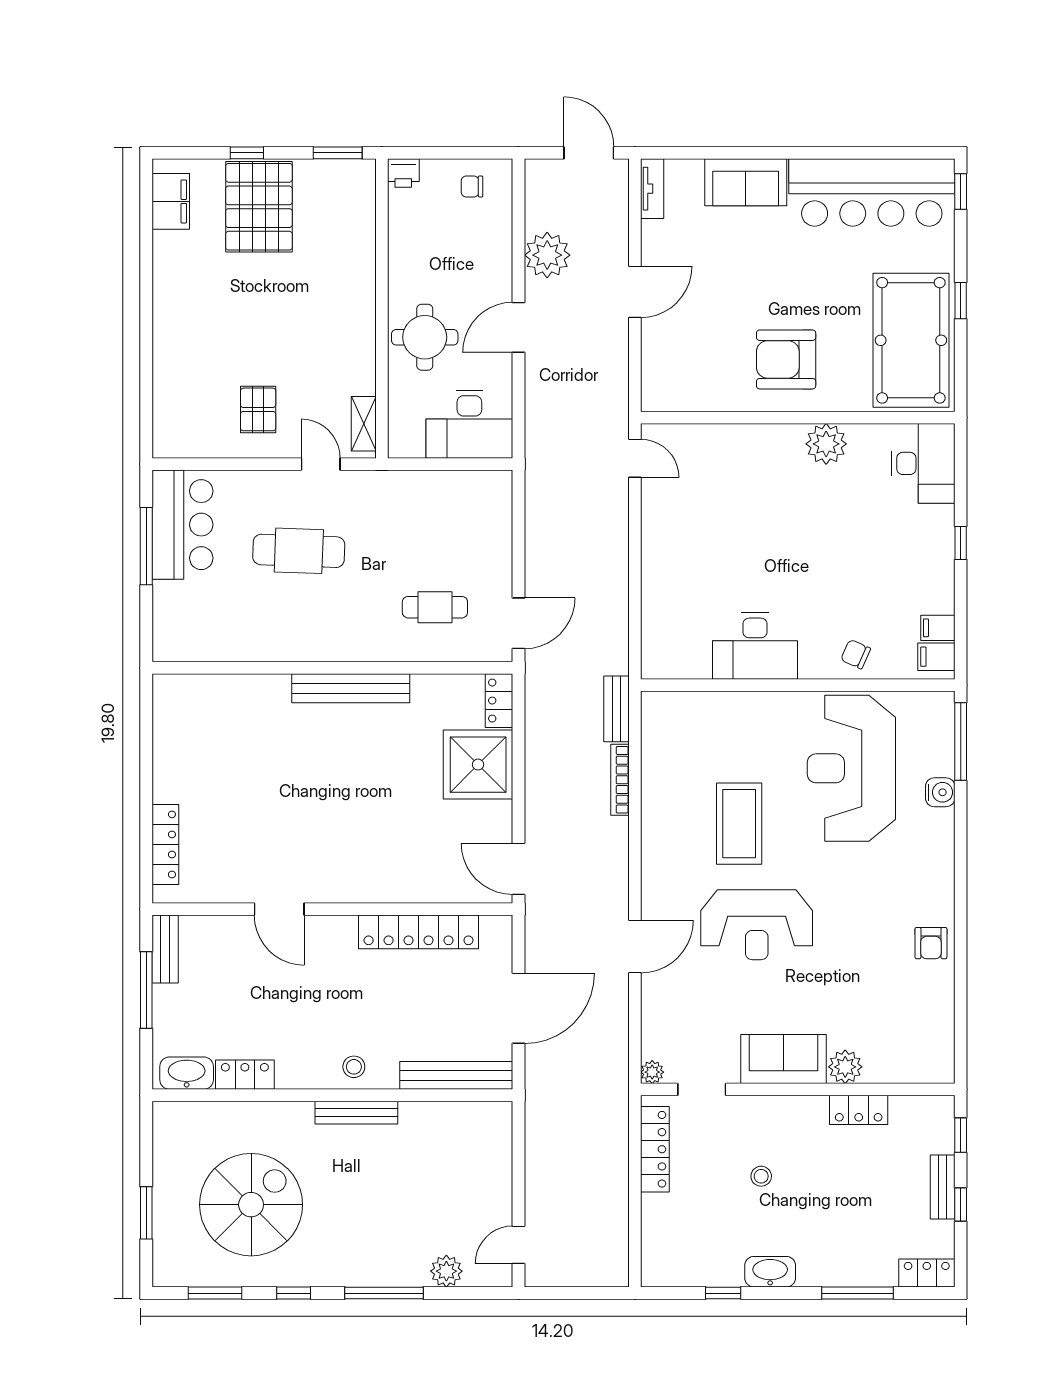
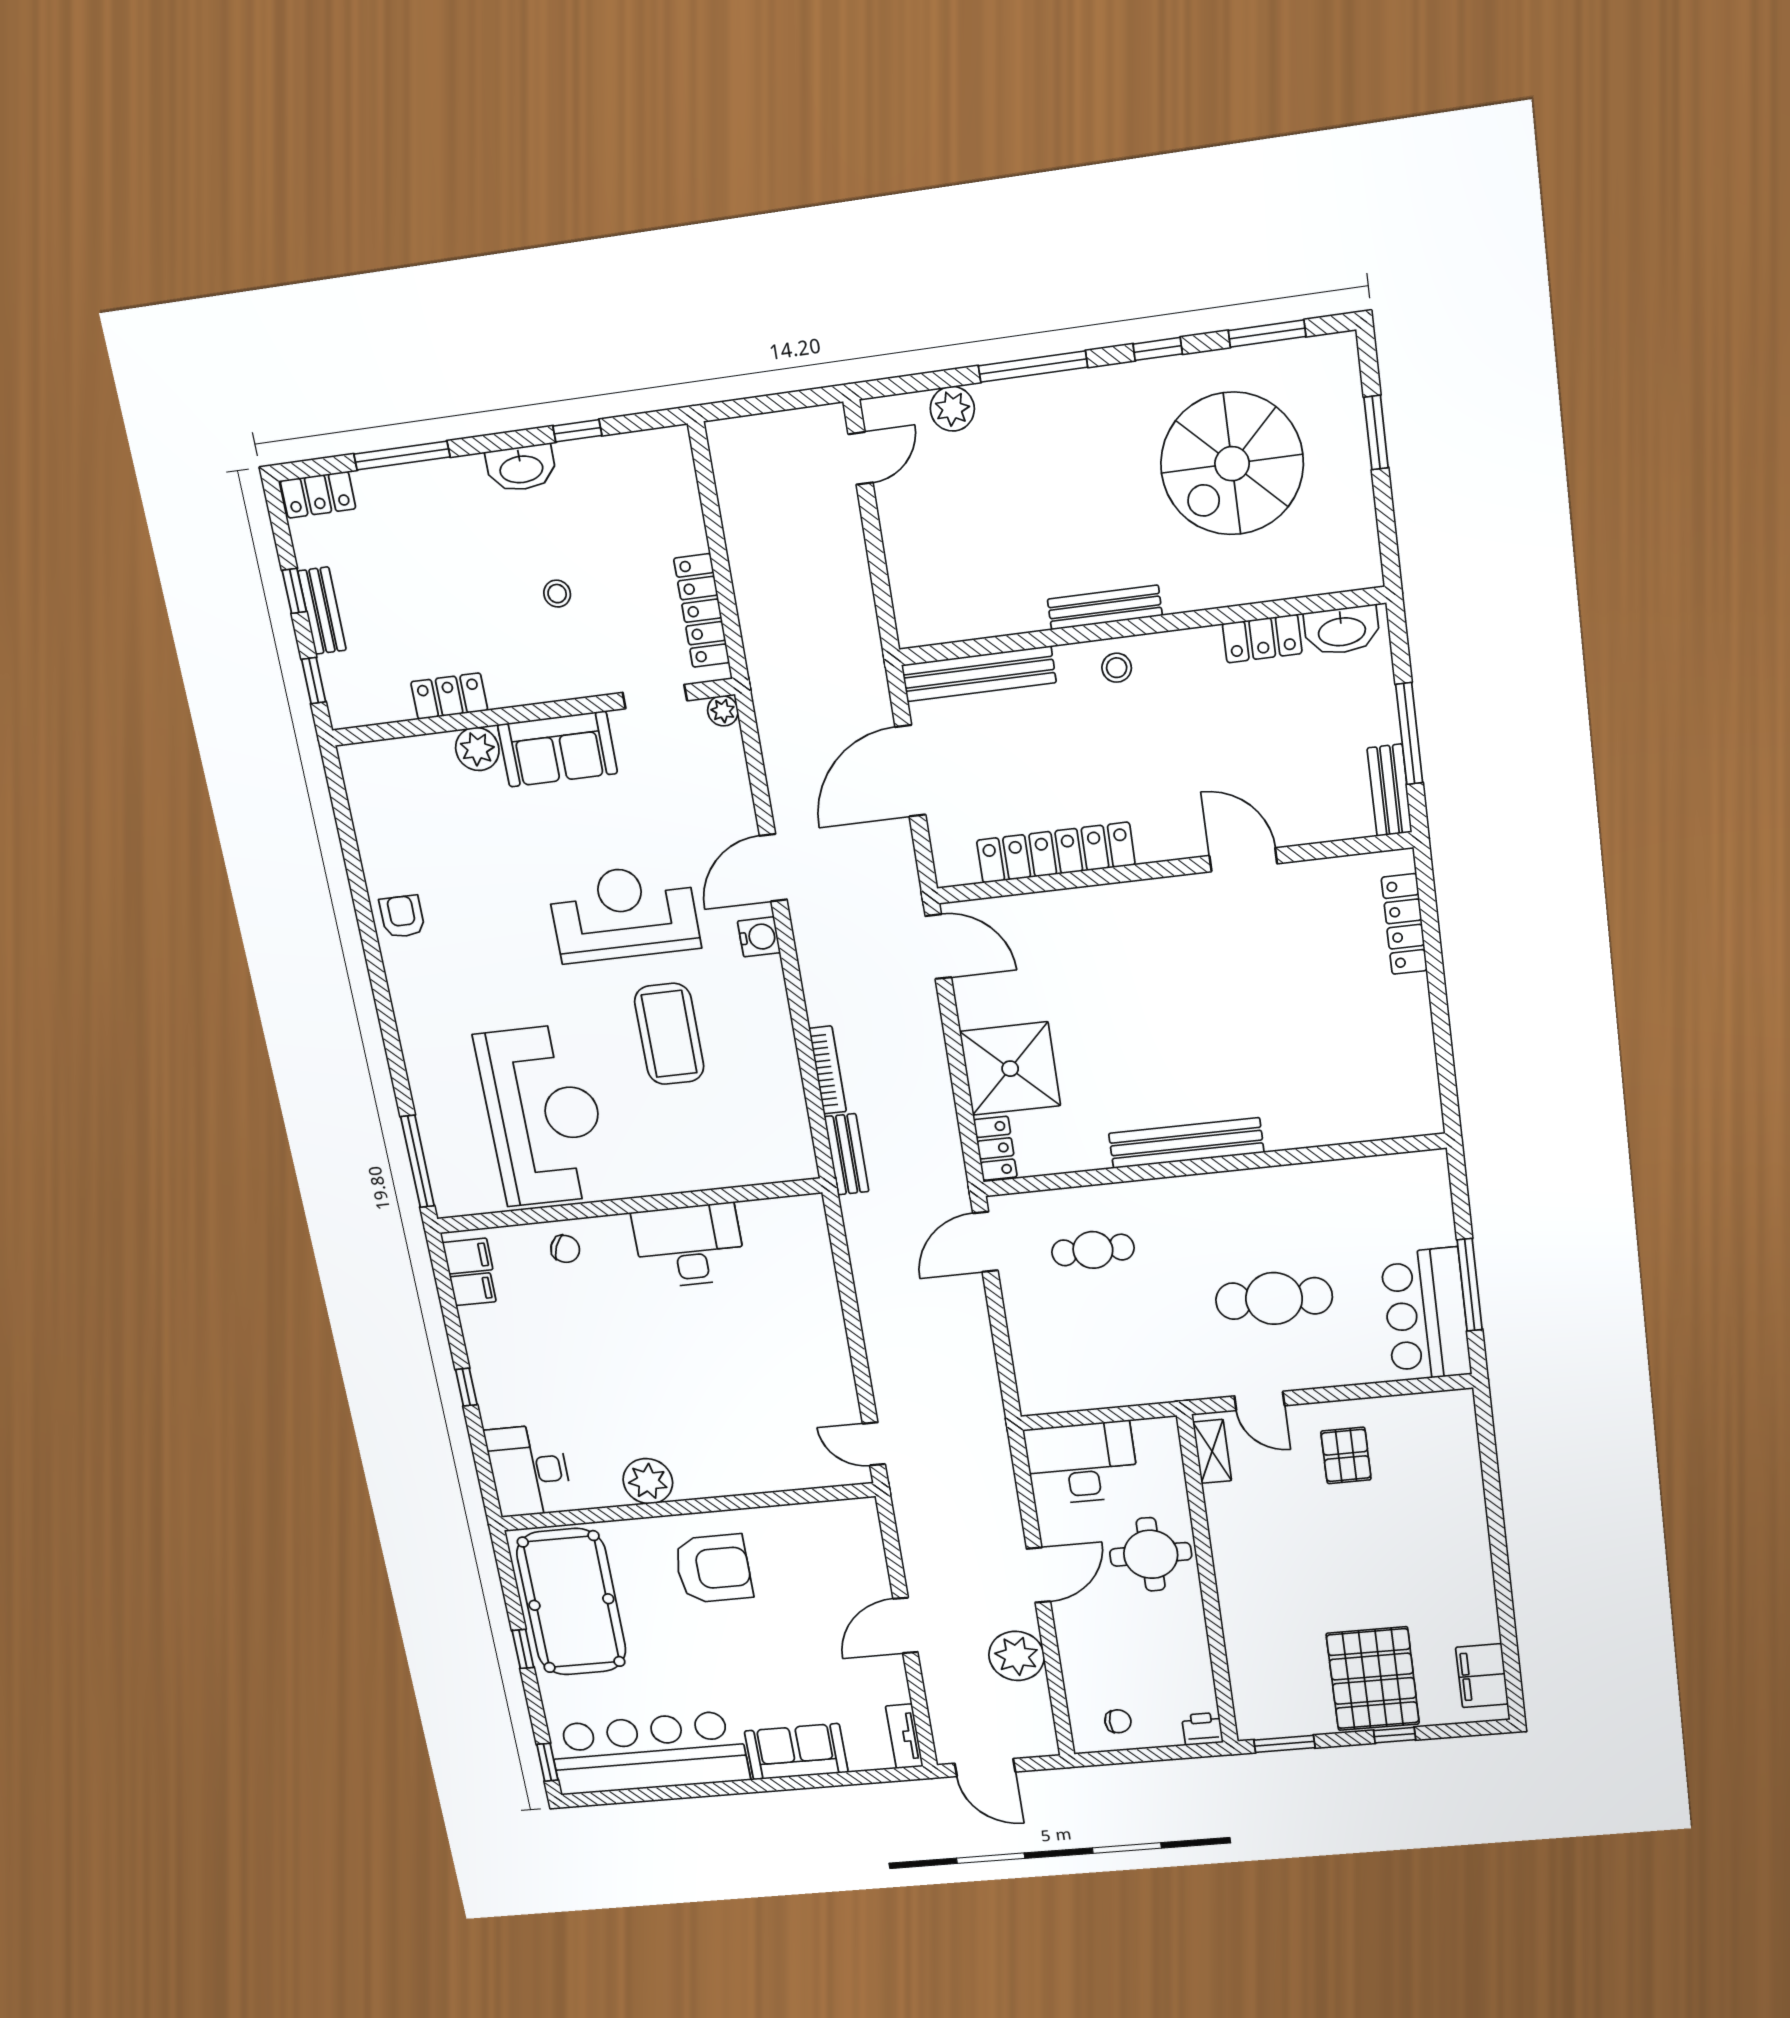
water cooler: (940, 792) -> (759, 937), moved, turned 180

